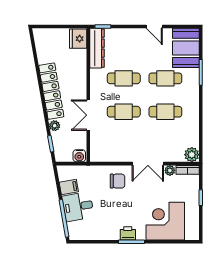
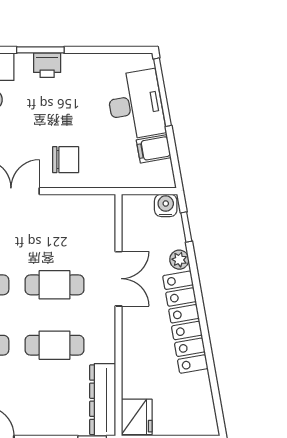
water cooler: (79, 156) -> (166, 205), moved
chair: (118, 181) -> (66, 160), turned 180
desk: (78, 207) -> (136, 105), width x1.37

